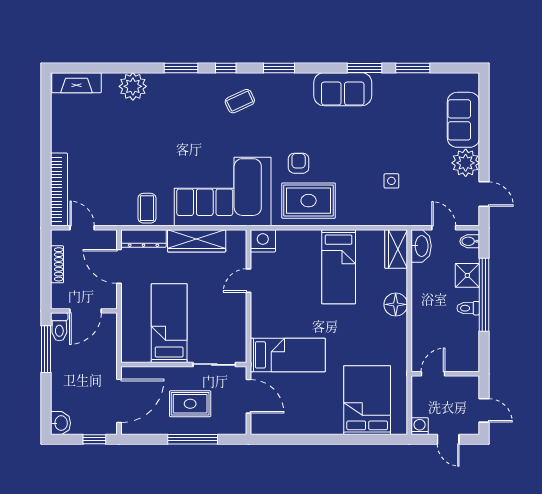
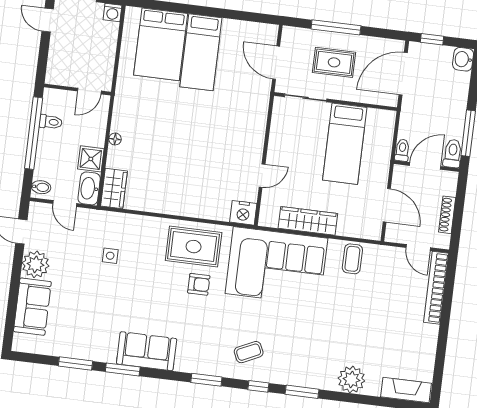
armchair: (299, 163) -> (199, 284), turned -90
dresser: (144, 238) -> (359, 230), removed
bed: (339, 267) -> (172, 178), removed
shower: (467, 275) -> (91, 159), moved
floor lamp: (396, 304) -> (115, 139), width x0.53, depth x0.53
toilet: (110, 324) -> (402, 150), added
bed: (288, 355) -> (201, 52), moved, turned -90
door: (433, 374) -> (89, 91), moved
wall: (445, 374) -> (77, 90), moved

